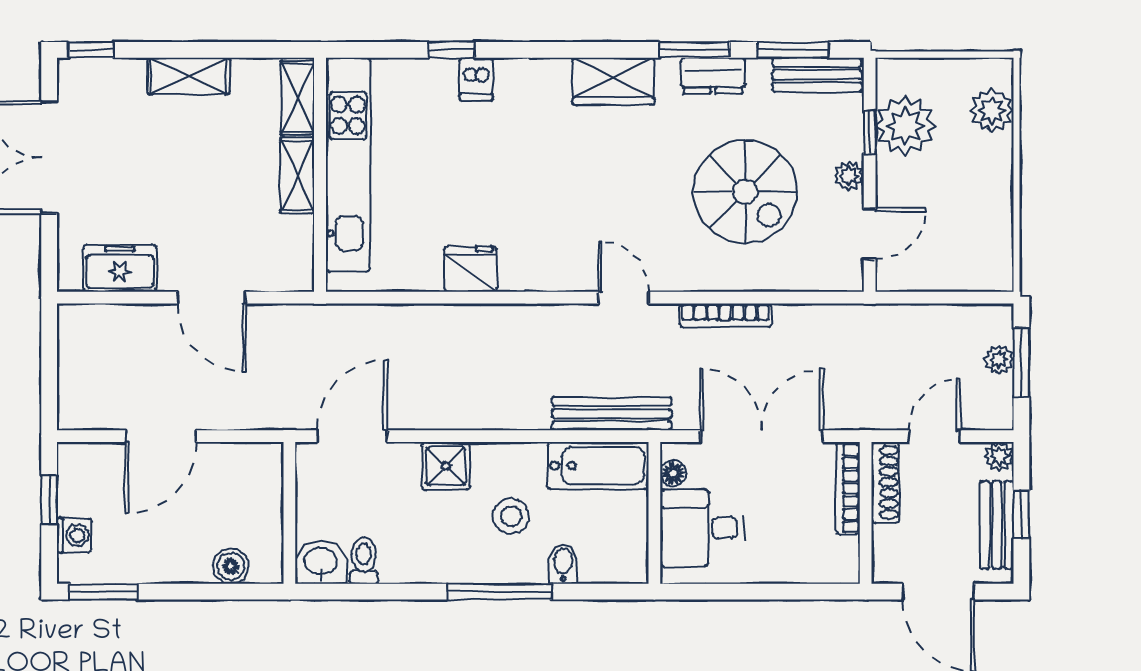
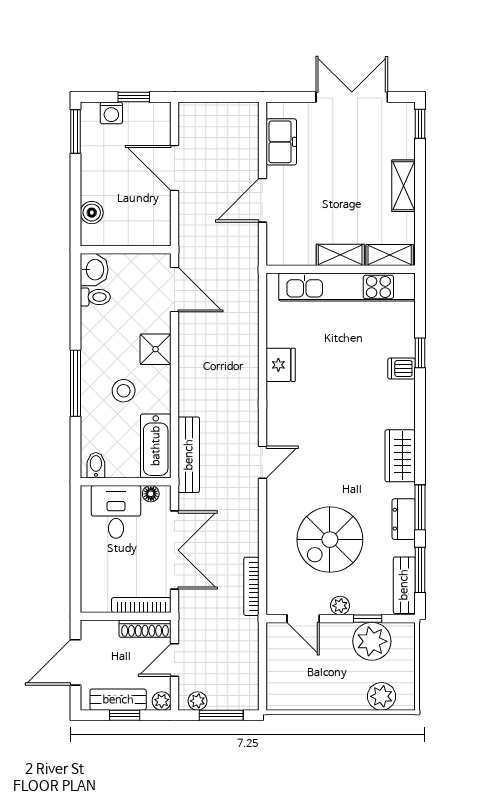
bookcase: (725, 315) -> (251, 586), moved
plant: (999, 360) -> (197, 701), moved
door: (935, 436) -> (175, 660), swing flipped
bidet: (563, 564) -> (96, 465), moved, turned -90

